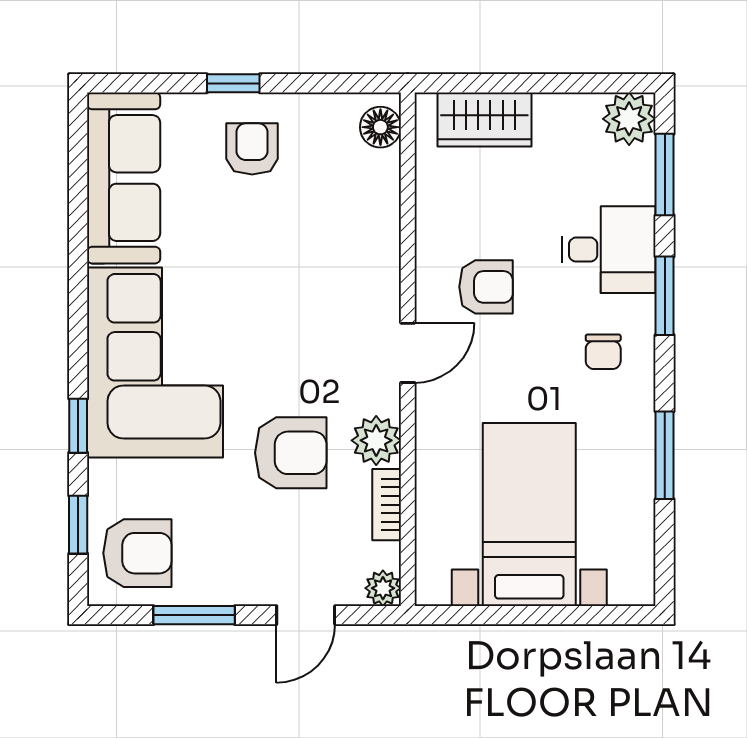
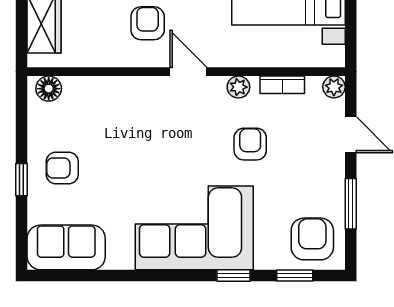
sofa: (124, 178) -> (66, 247), width x0.73
plant: (376, 440) -> (238, 87), width x0.73, depth x0.73
armchair: (291, 453) -> (250, 144), width x0.72, depth x0.72

